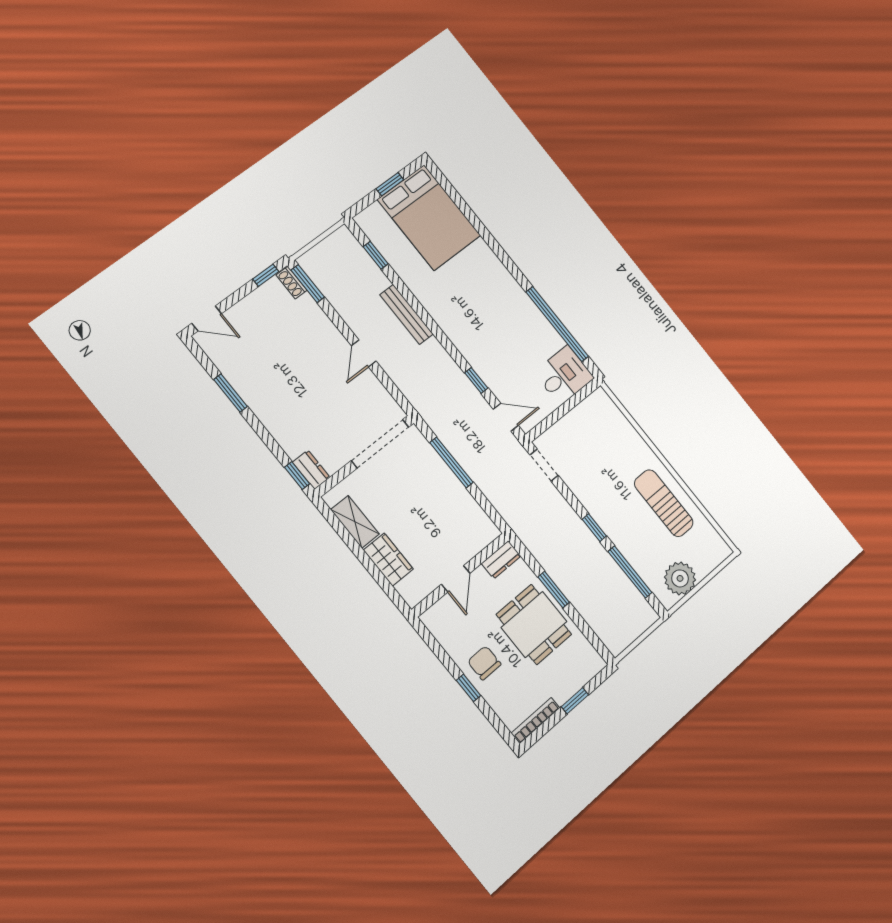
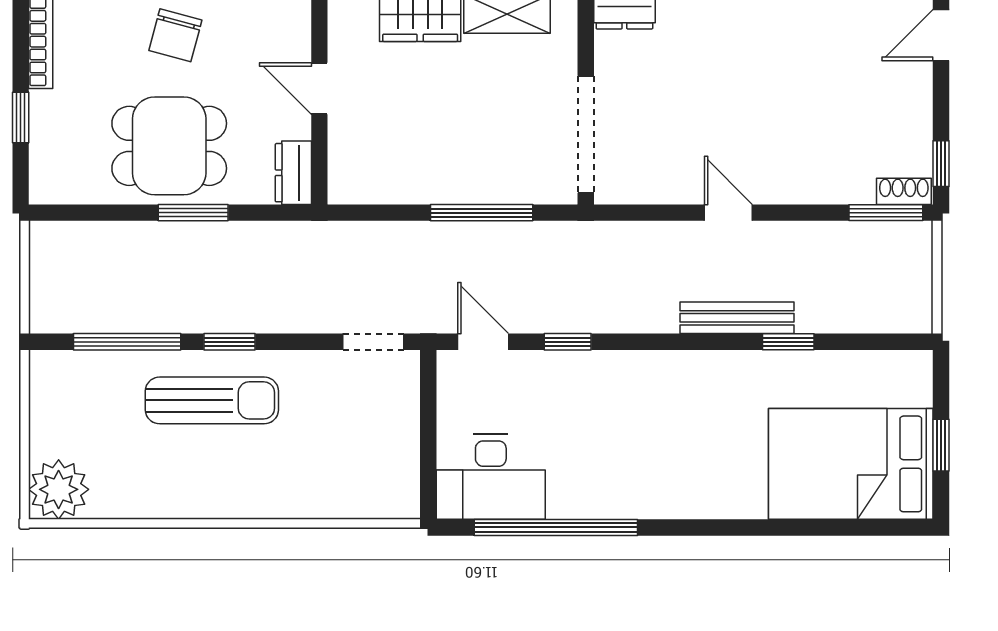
window: (376, 255) -> (788, 342), moved
desk: (564, 375) -> (491, 477), width x1.37
door: (506, 417) -> (483, 342), swing flipped
sun lounger: (664, 503) -> (212, 400), moved
plant: (680, 578) -> (59, 489), moved
chair: (484, 663) -> (175, 35), turned 105

